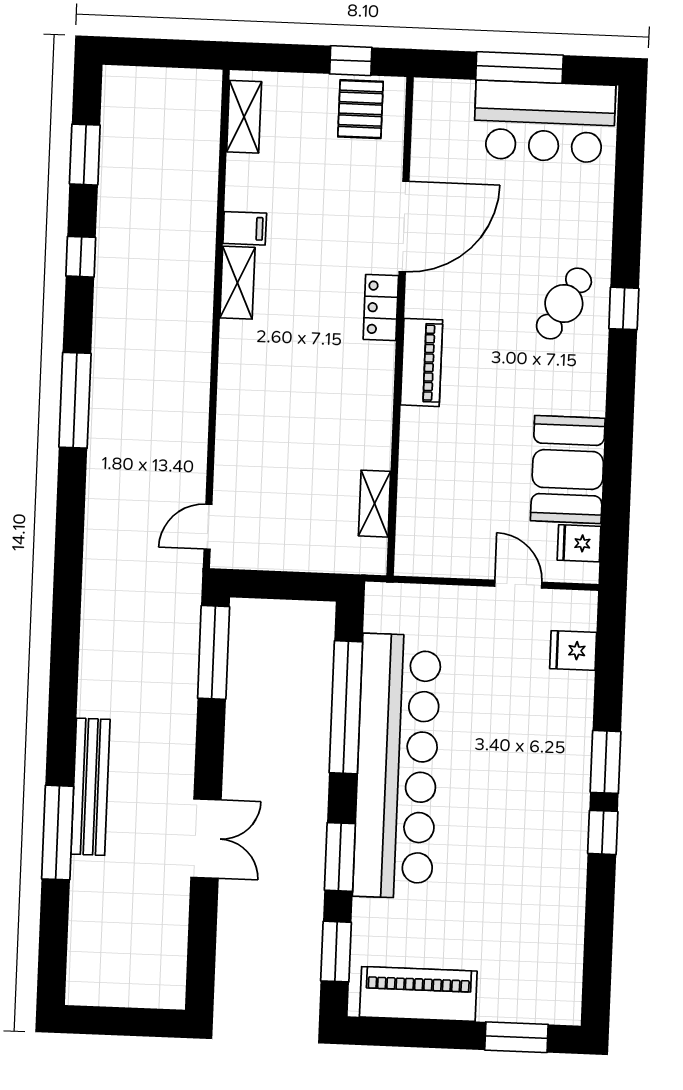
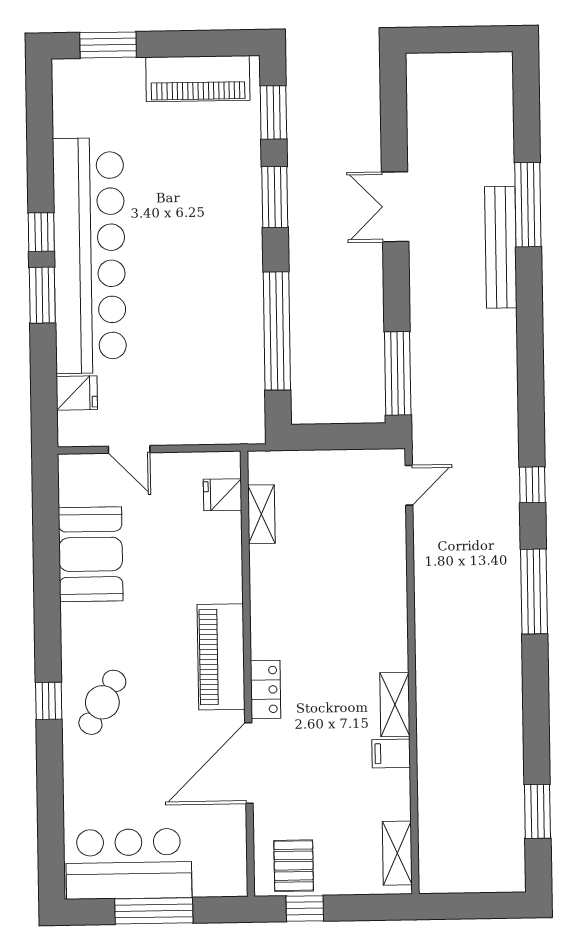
window: (81, 257) -> (532, 485), moved
piano: (422, 362) -> (221, 657), width x1.37, depth x1.33
fridge: (579, 543) -> (223, 495), moved, turned 180
bar counter: (397, 766) -> (89, 256), moved, turned 180

